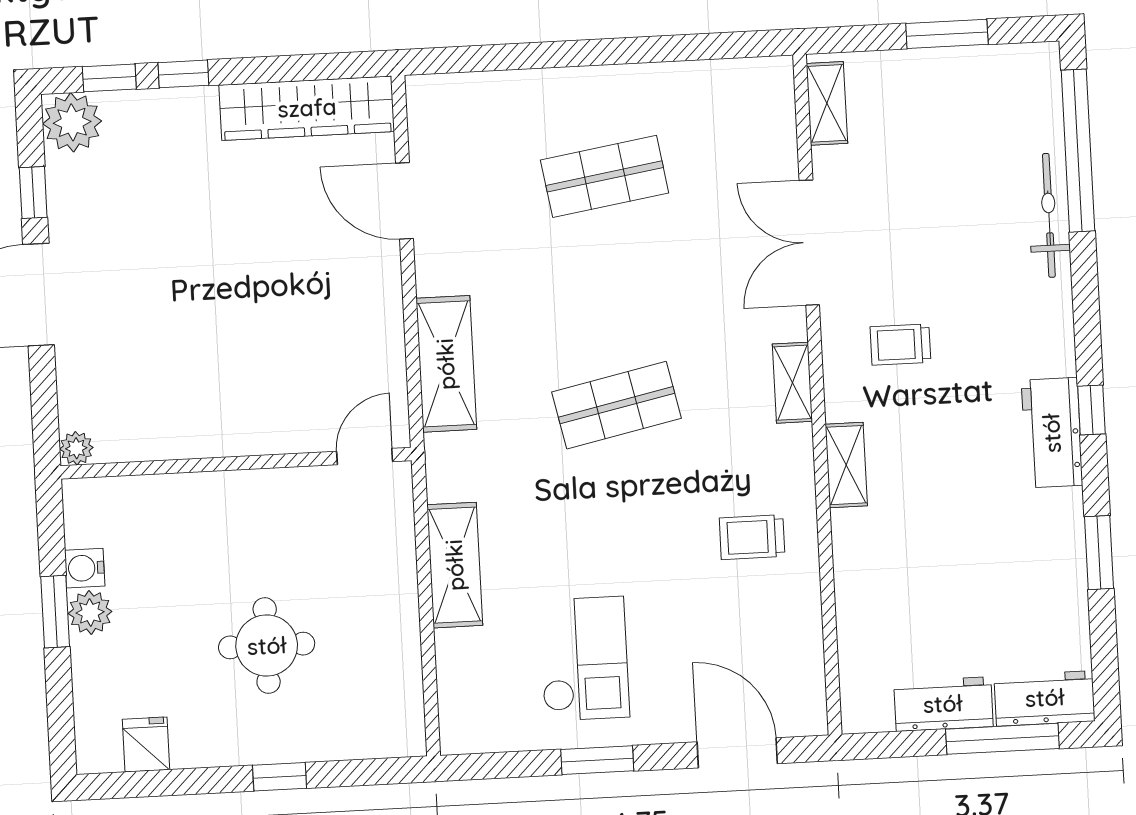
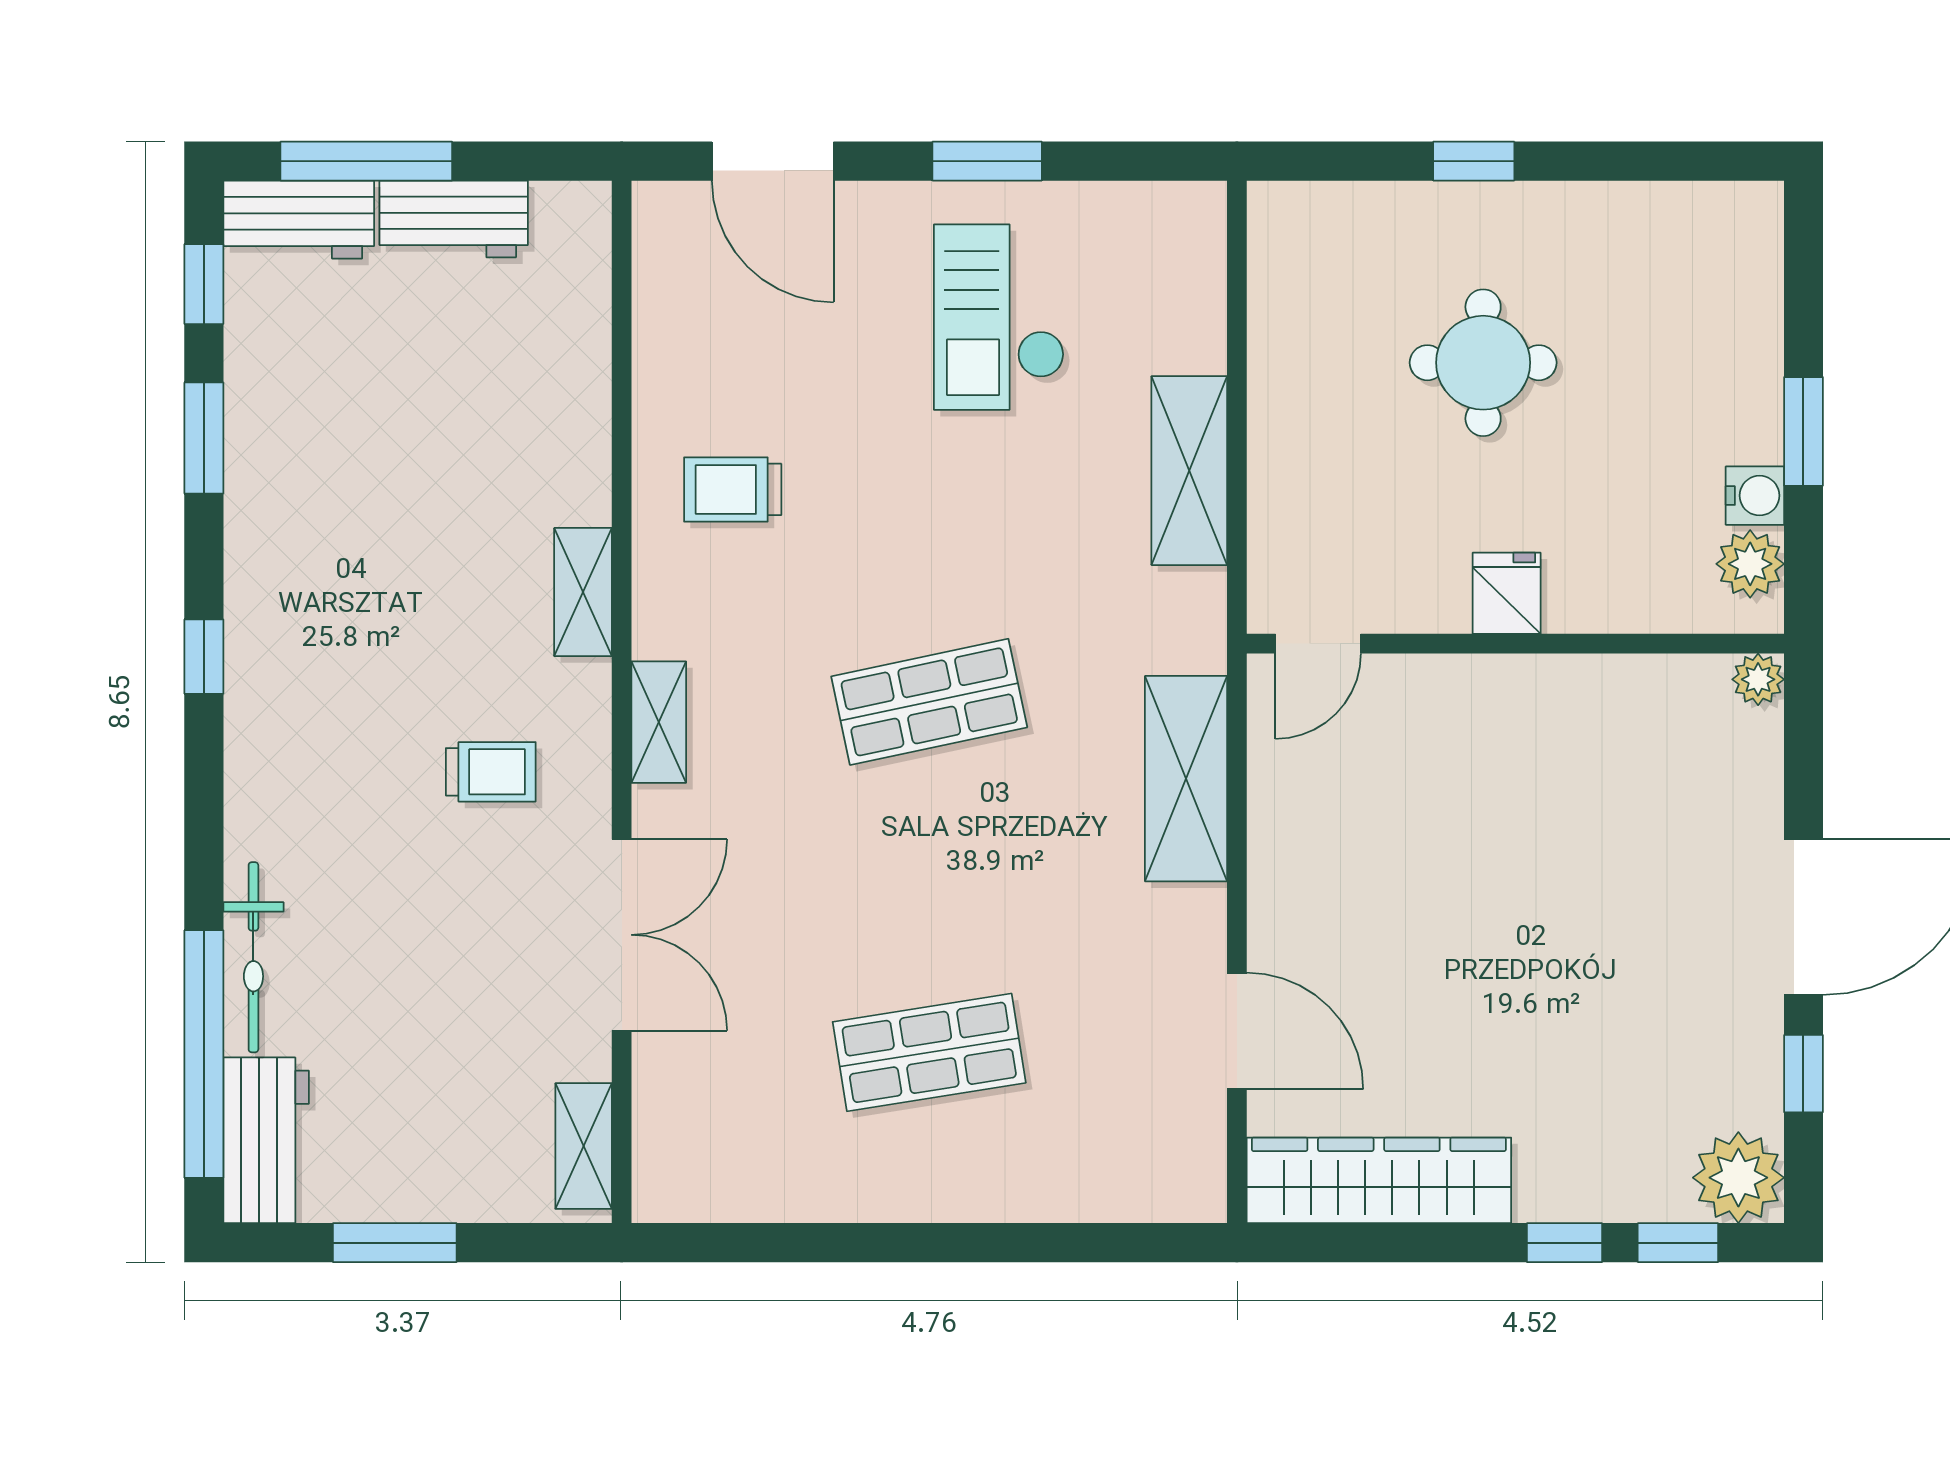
workbench: (1052, 433) -> (266, 1140), moved
trolley: (752, 537) -> (733, 489), turned 180
plant: (90, 612) -> (1750, 564), moved
window: (1104, 653) -> (204, 284), added
fridge: (146, 744) -> (1507, 593), moved, turned 180

